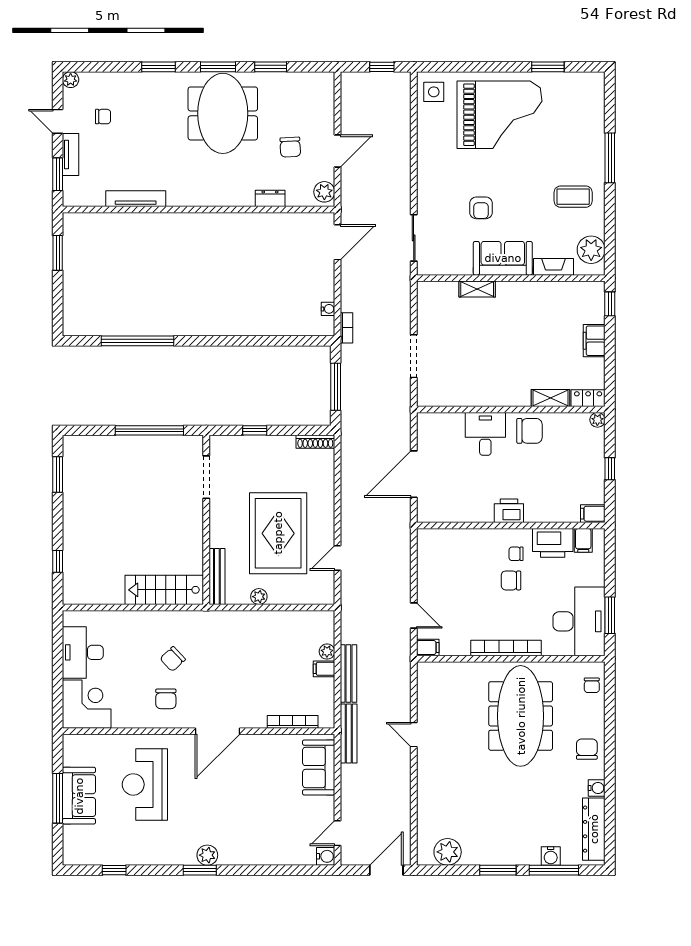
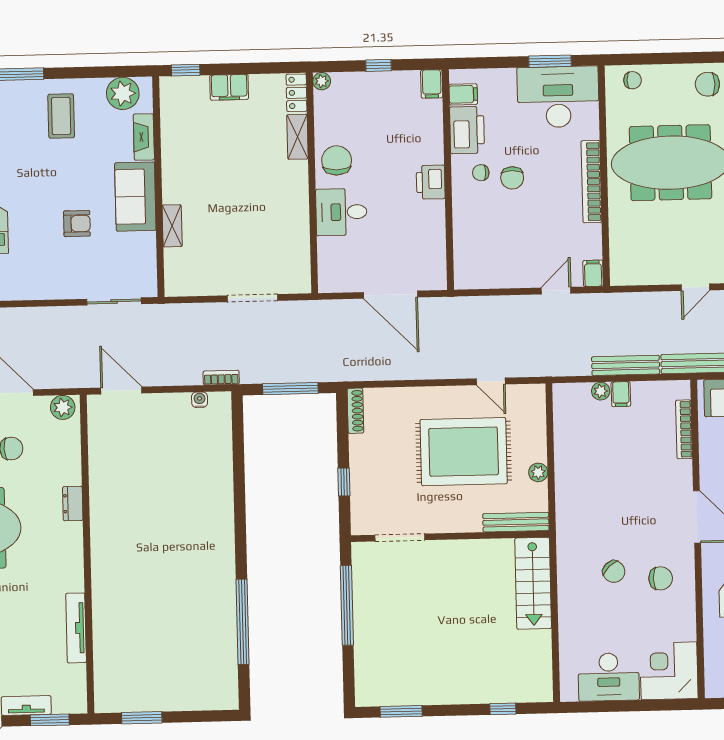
dresser: (270, 198) -> (73, 504), moved
chair: (516, 554) -> (481, 173), turned 90

